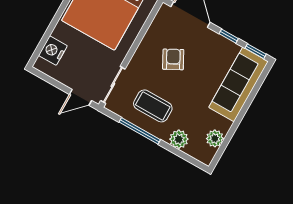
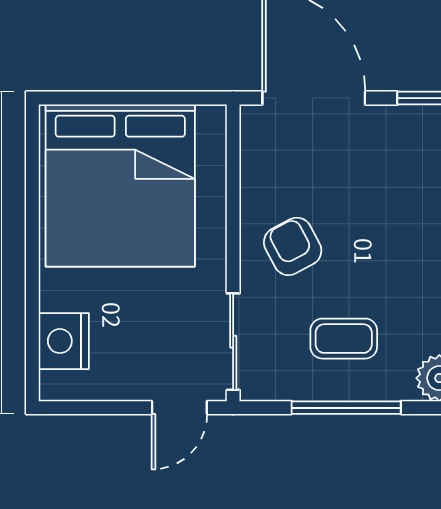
armchair: (173, 59) -> (293, 246), moved
coffee table: (153, 106) -> (344, 339), width x0.73, depth x0.77

